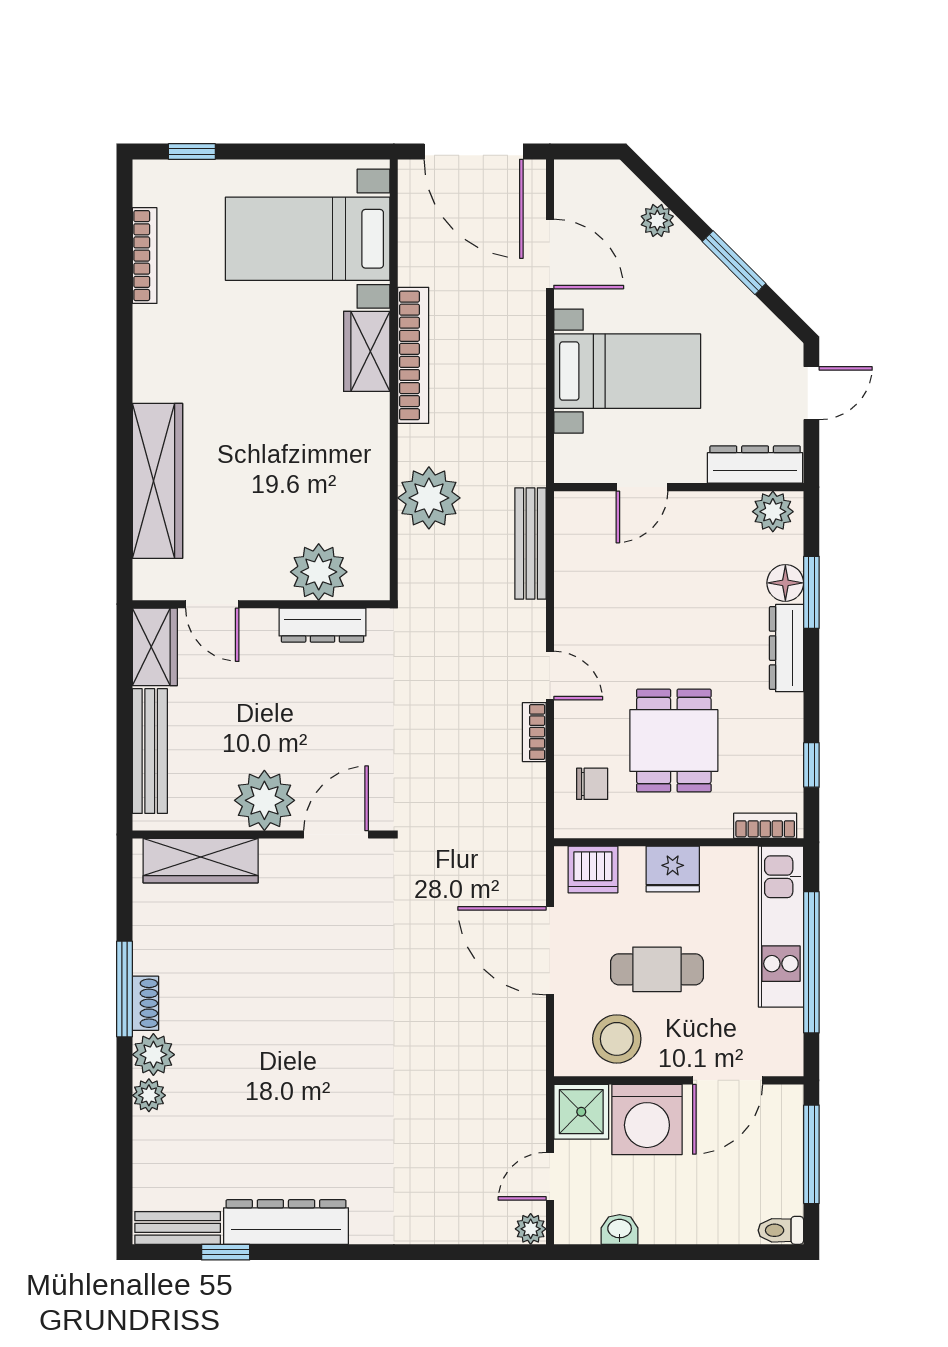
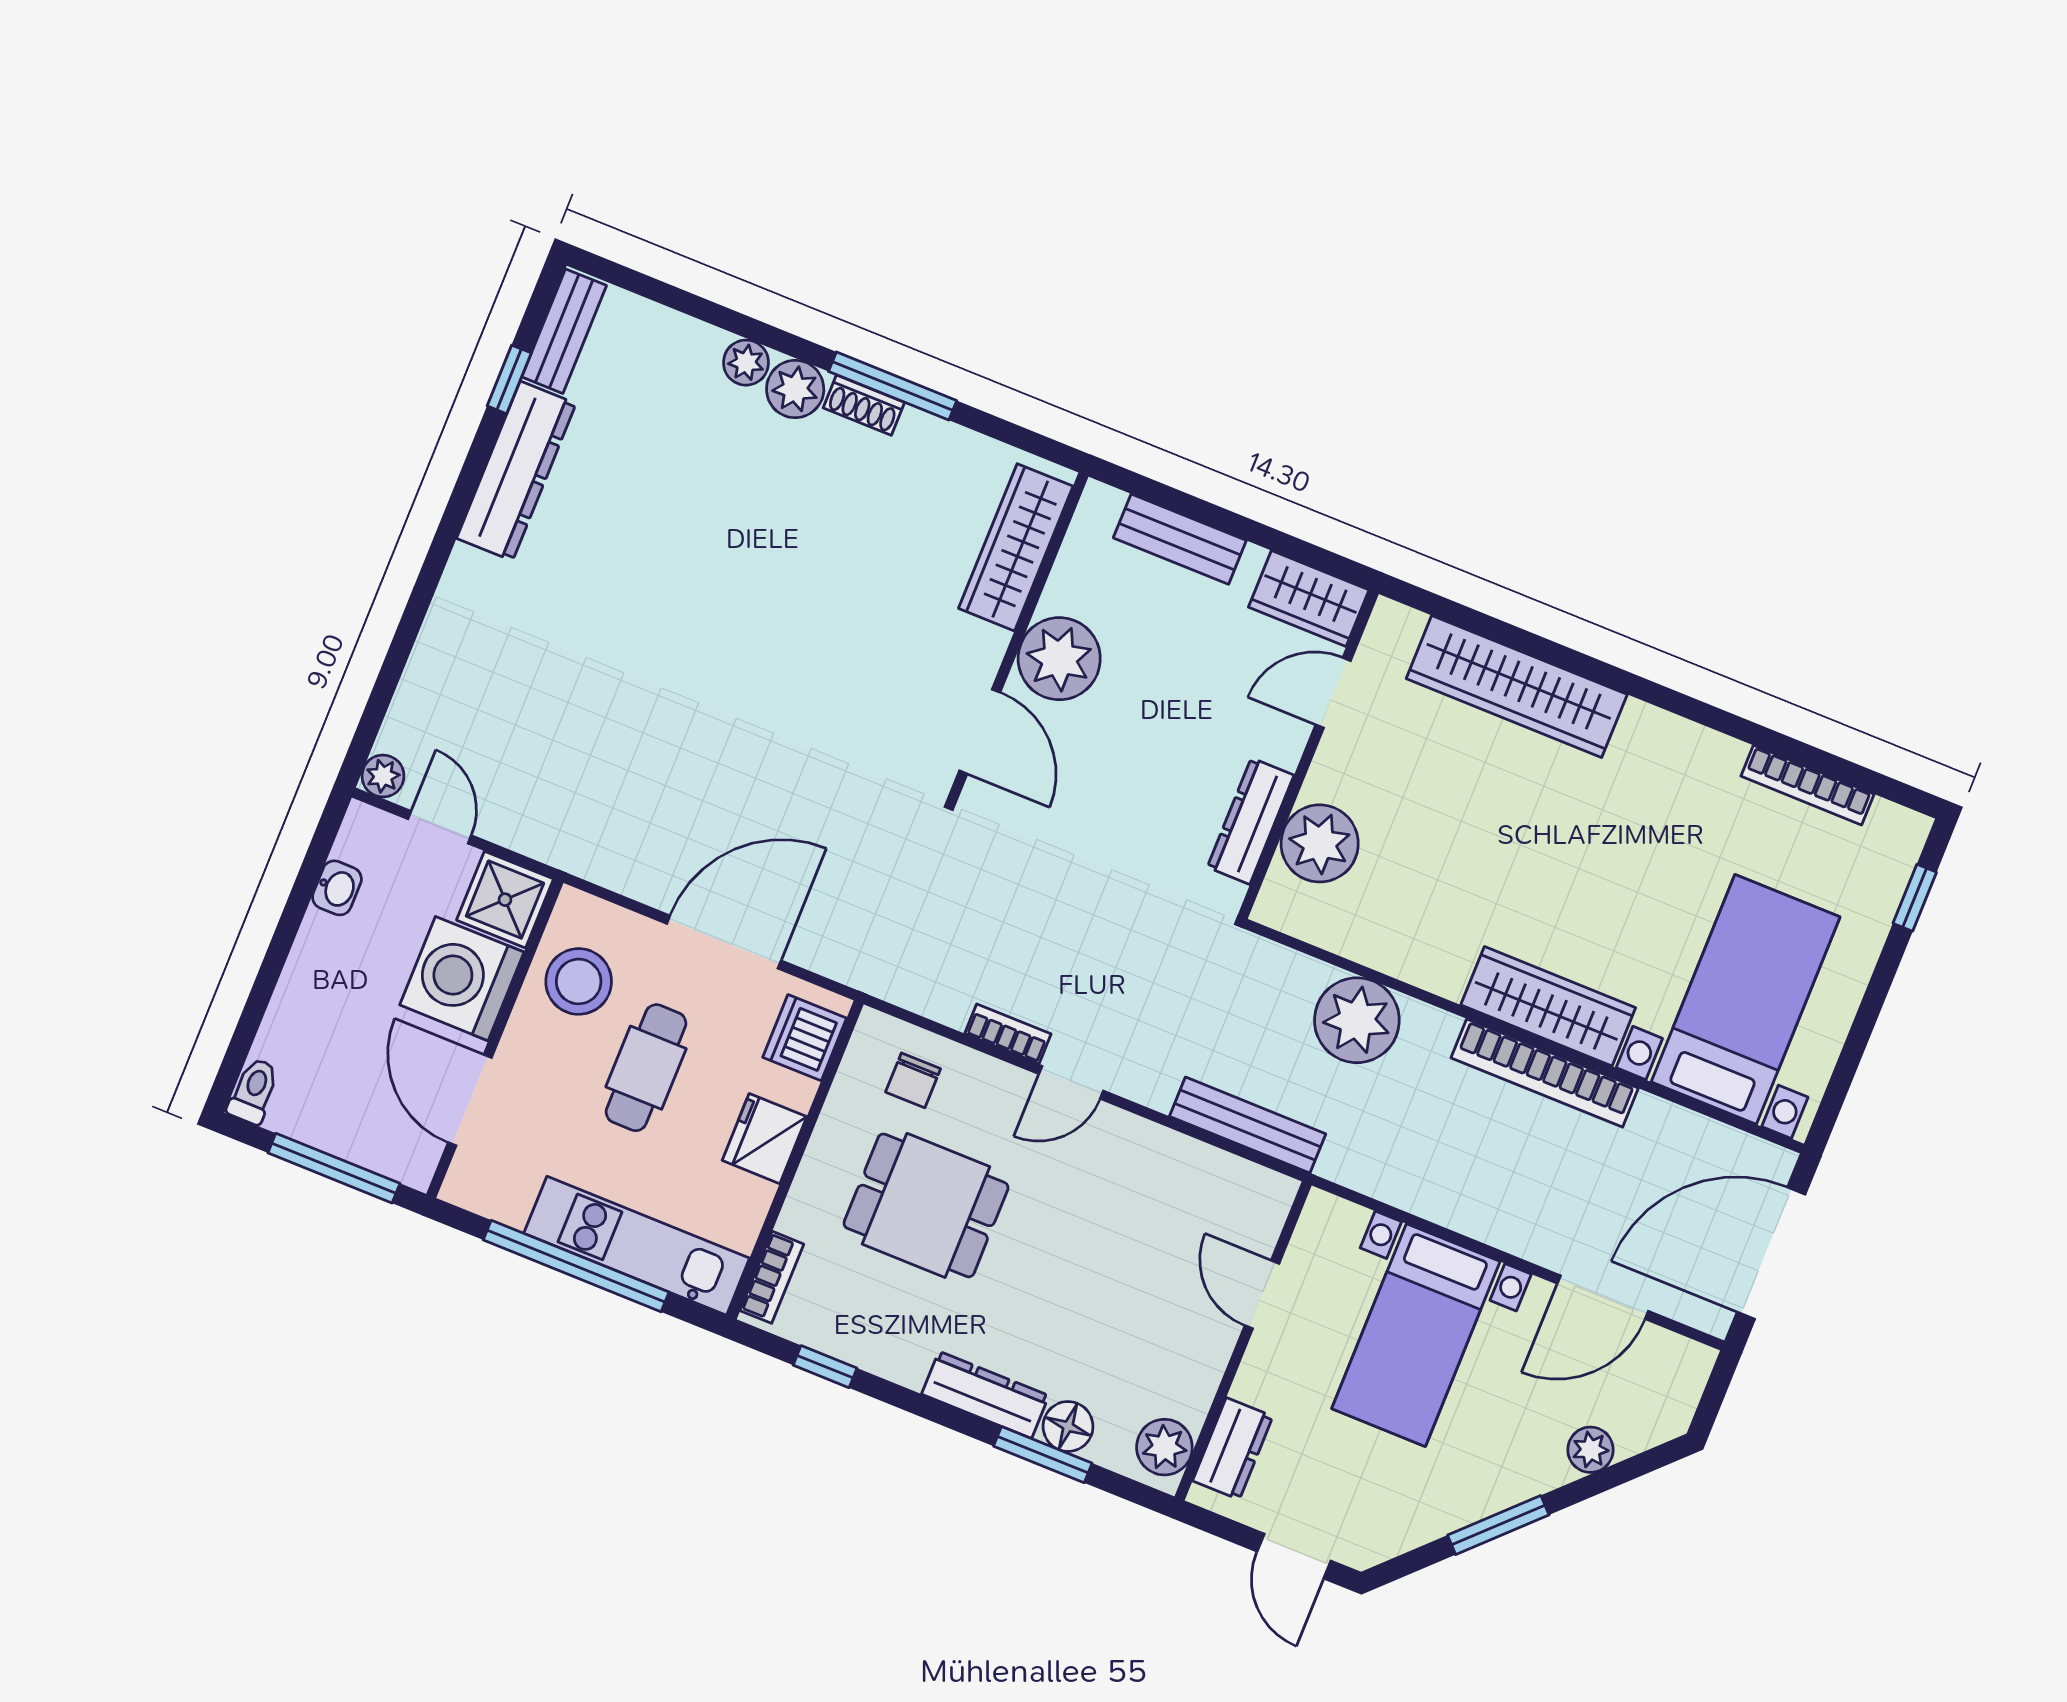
wardrobe: (367, 351) -> (1548, 1006), width x1.50
dresser: (755, 465) -> (1233, 1449), width x0.70
bench: (150, 751) -> (1180, 539), width x0.73

